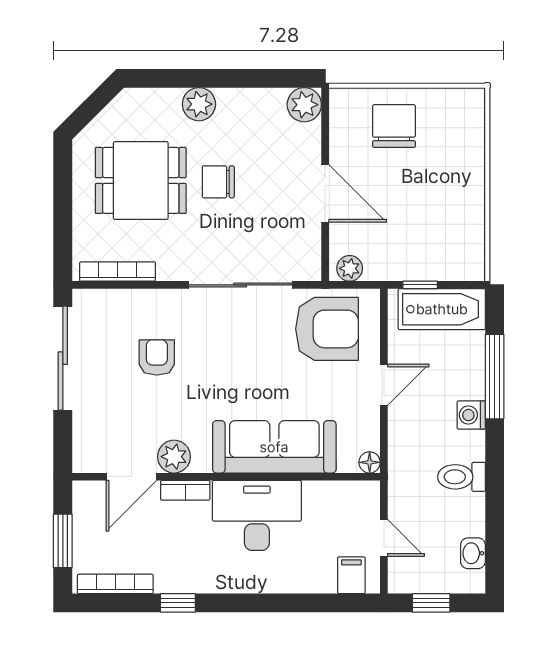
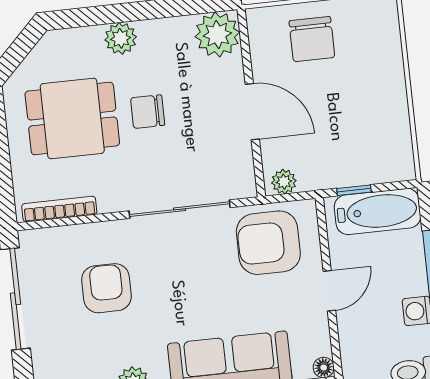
plant: (304, 105) -> (217, 34), width x1.36, depth x1.36
chair: (394, 126) -> (312, 39), turned 180
armchair: (327, 329) -> (268, 243), turned 180
armchair: (157, 357) -> (106, 288), width x1.38, depth x1.38

